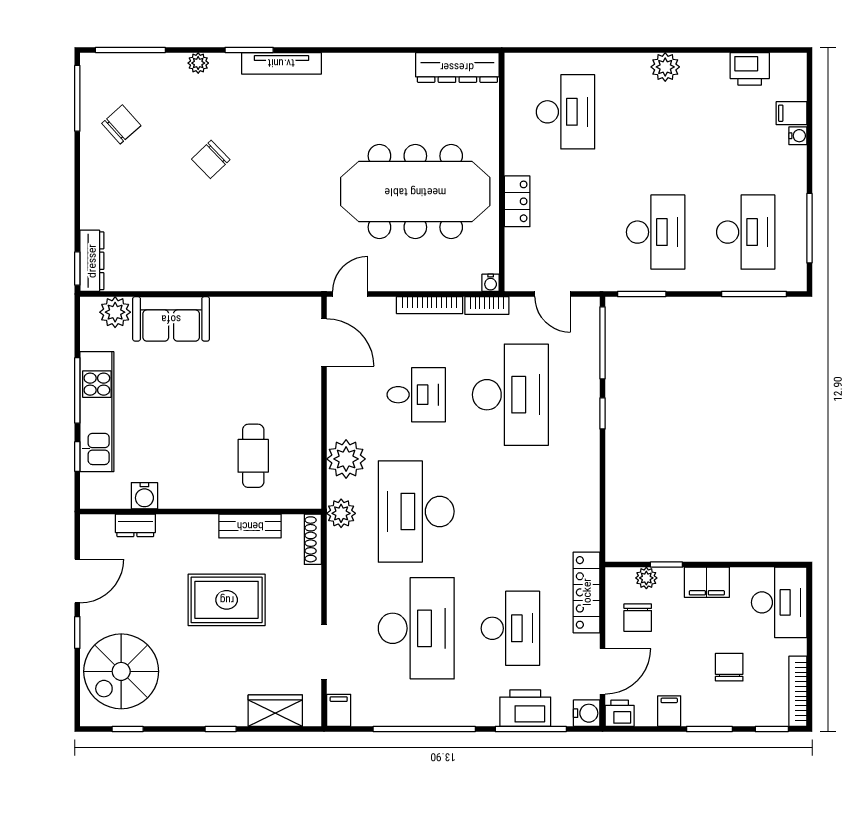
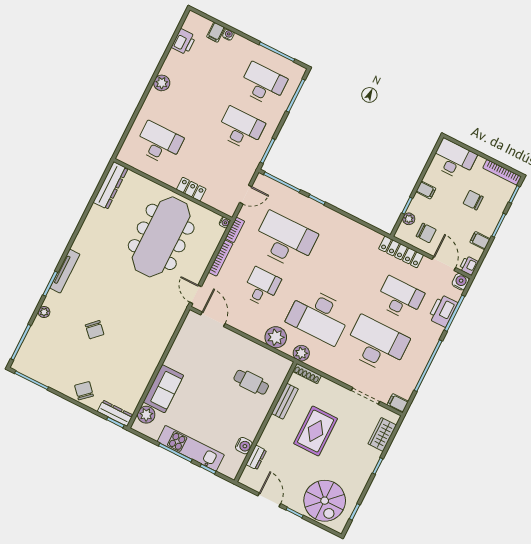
chair: (121, 124) -> (84, 391), moved
door: (324, 342) -> (213, 319), hinge flipped
filing cabinet: (707, 582) -> (426, 190), width x0.50

